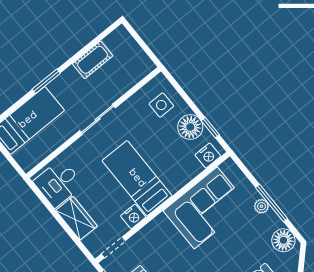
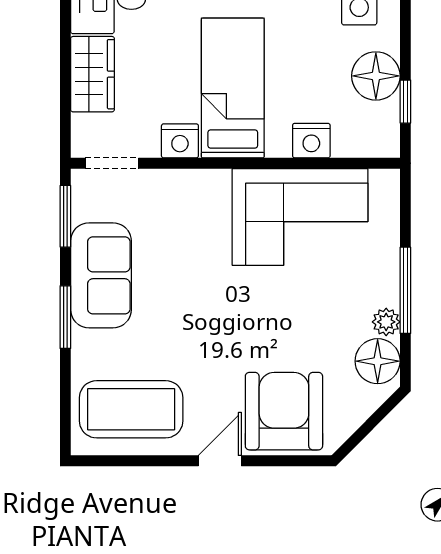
nightstand: (208, 156) -> (311, 141), moved
plant: (261, 206) -> (386, 322), moved

